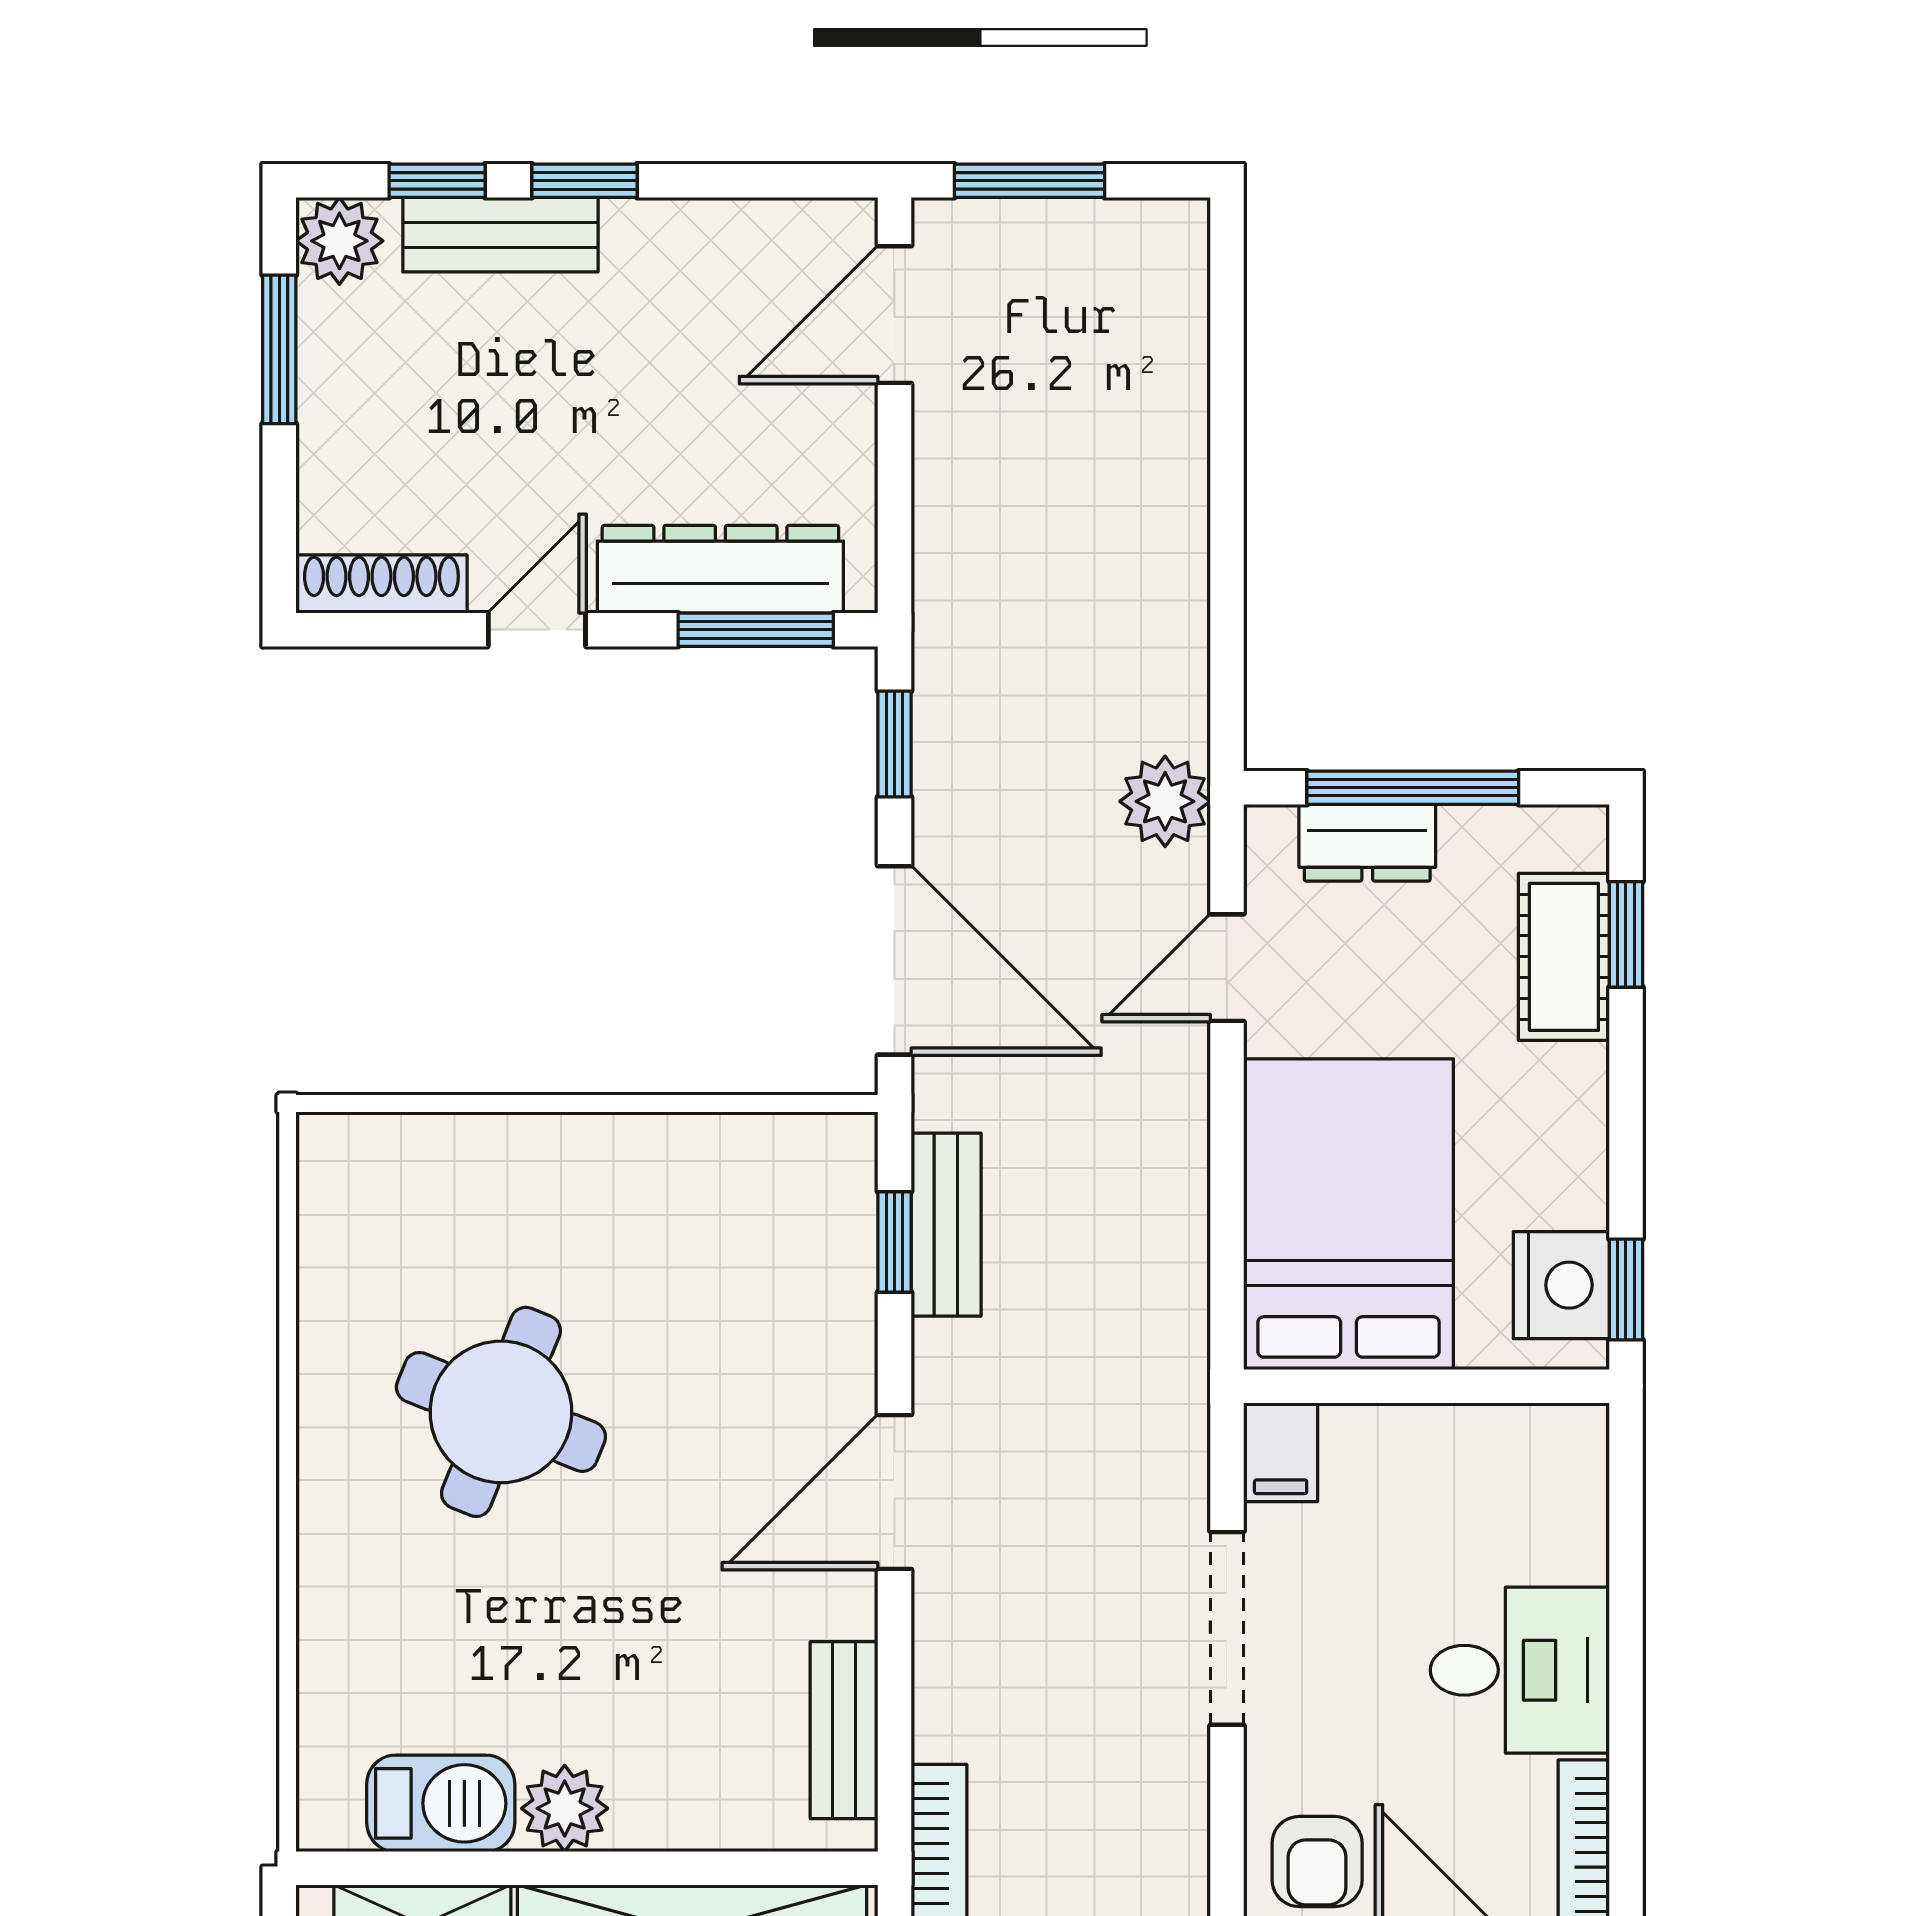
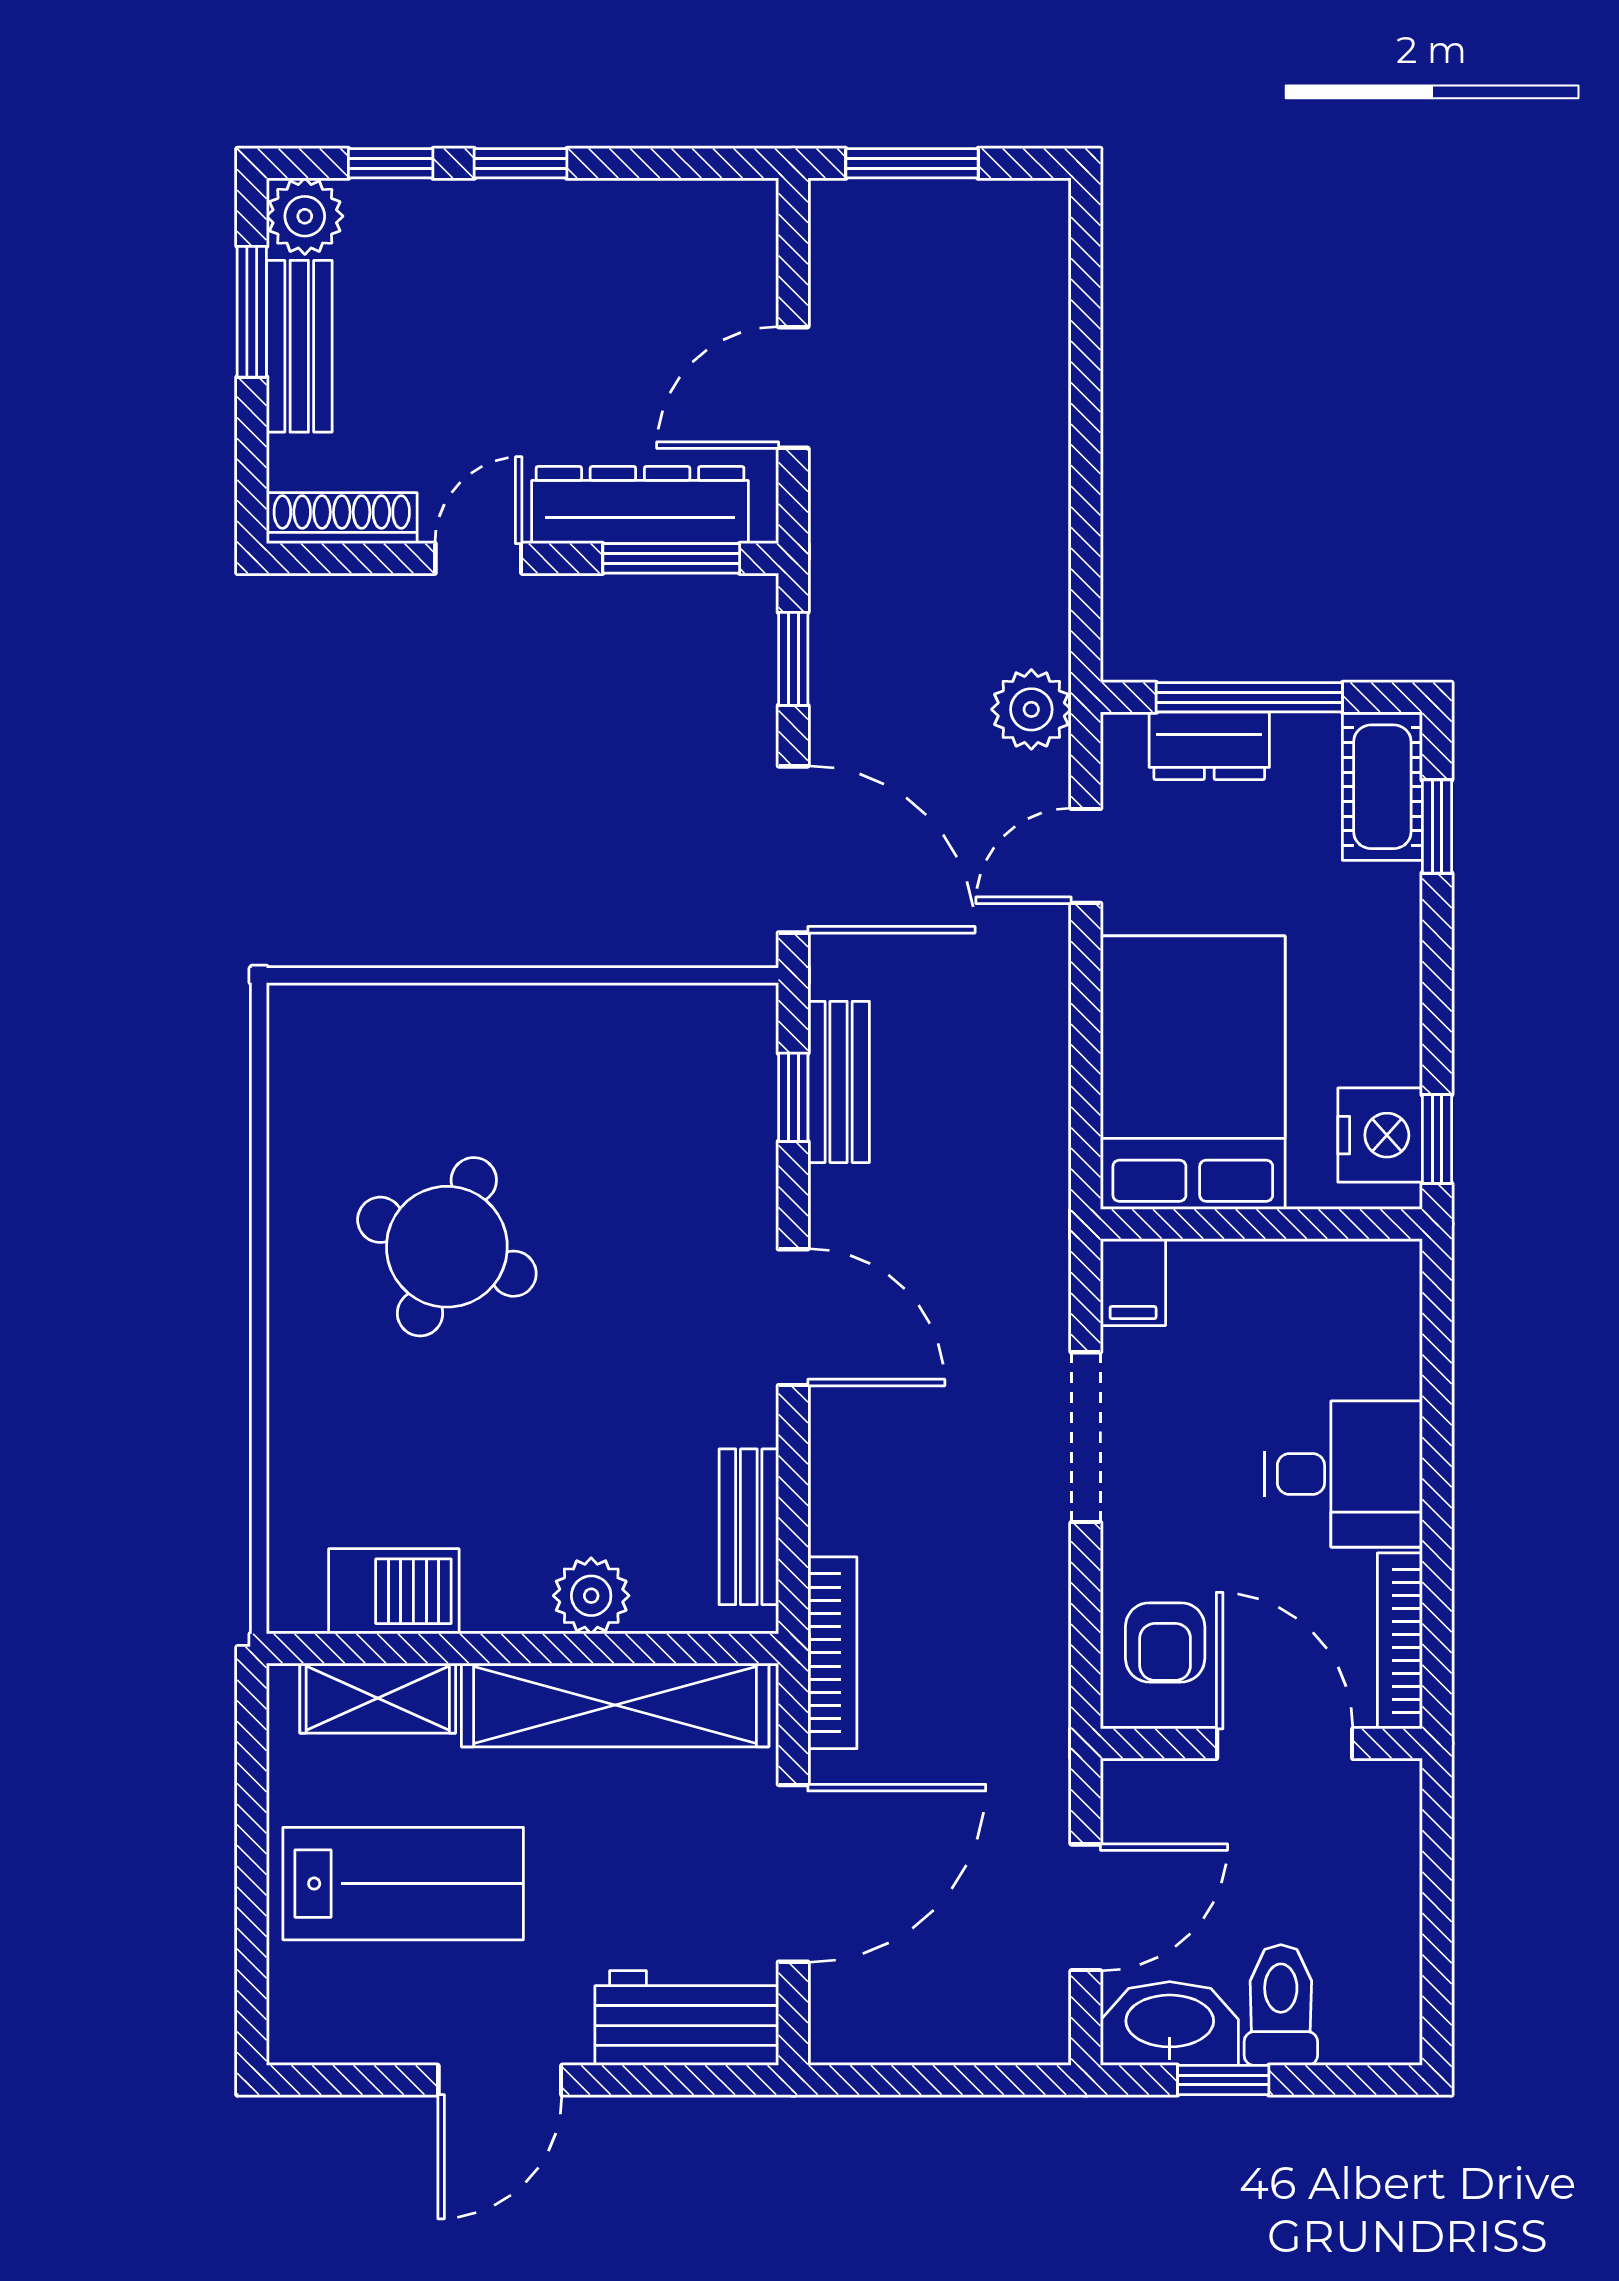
bench: (500, 235) -> (299, 346), moved, turned 90
door: (894, 315) -> (793, 387), moved
cot: (1564, 957) -> (1382, 787), moved
door: (894, 1492) -> (793, 1317), swing flipped
plant: (565, 1808) -> (591, 1596), moved

